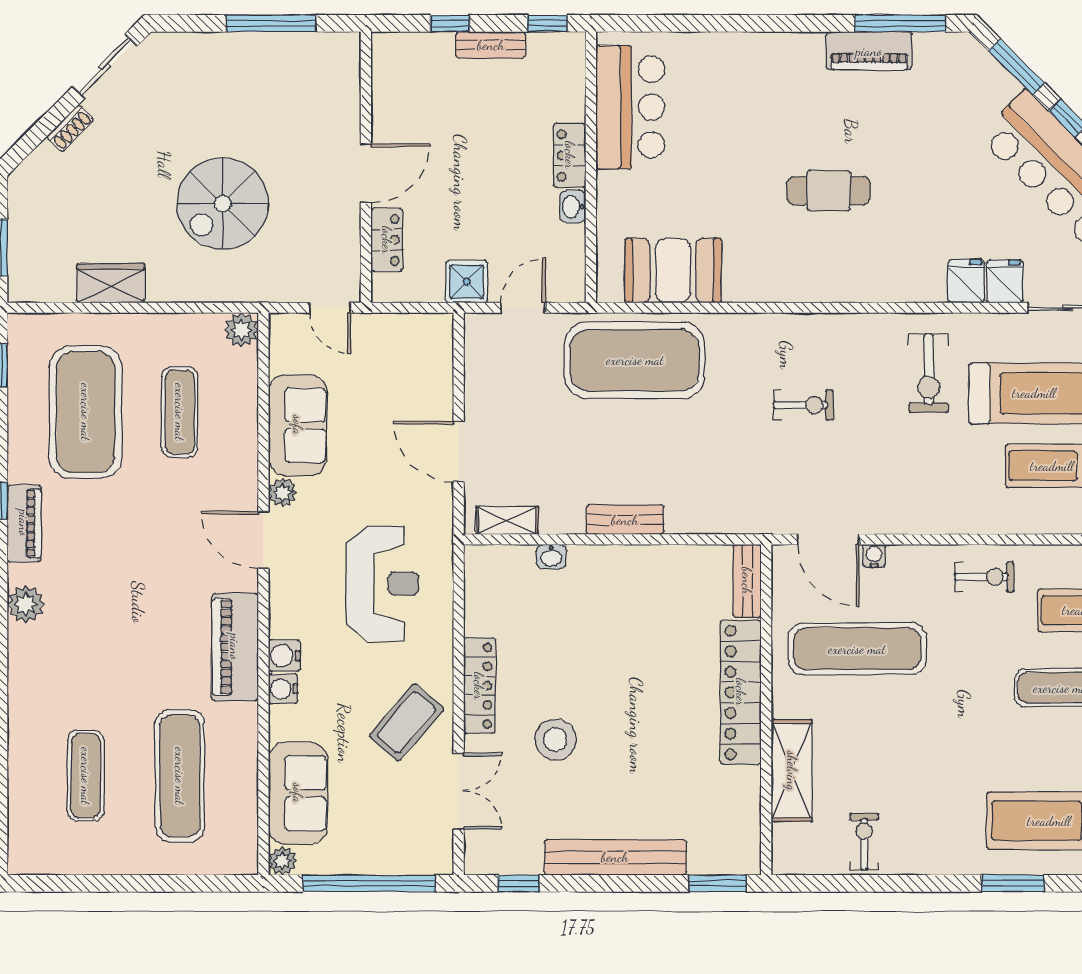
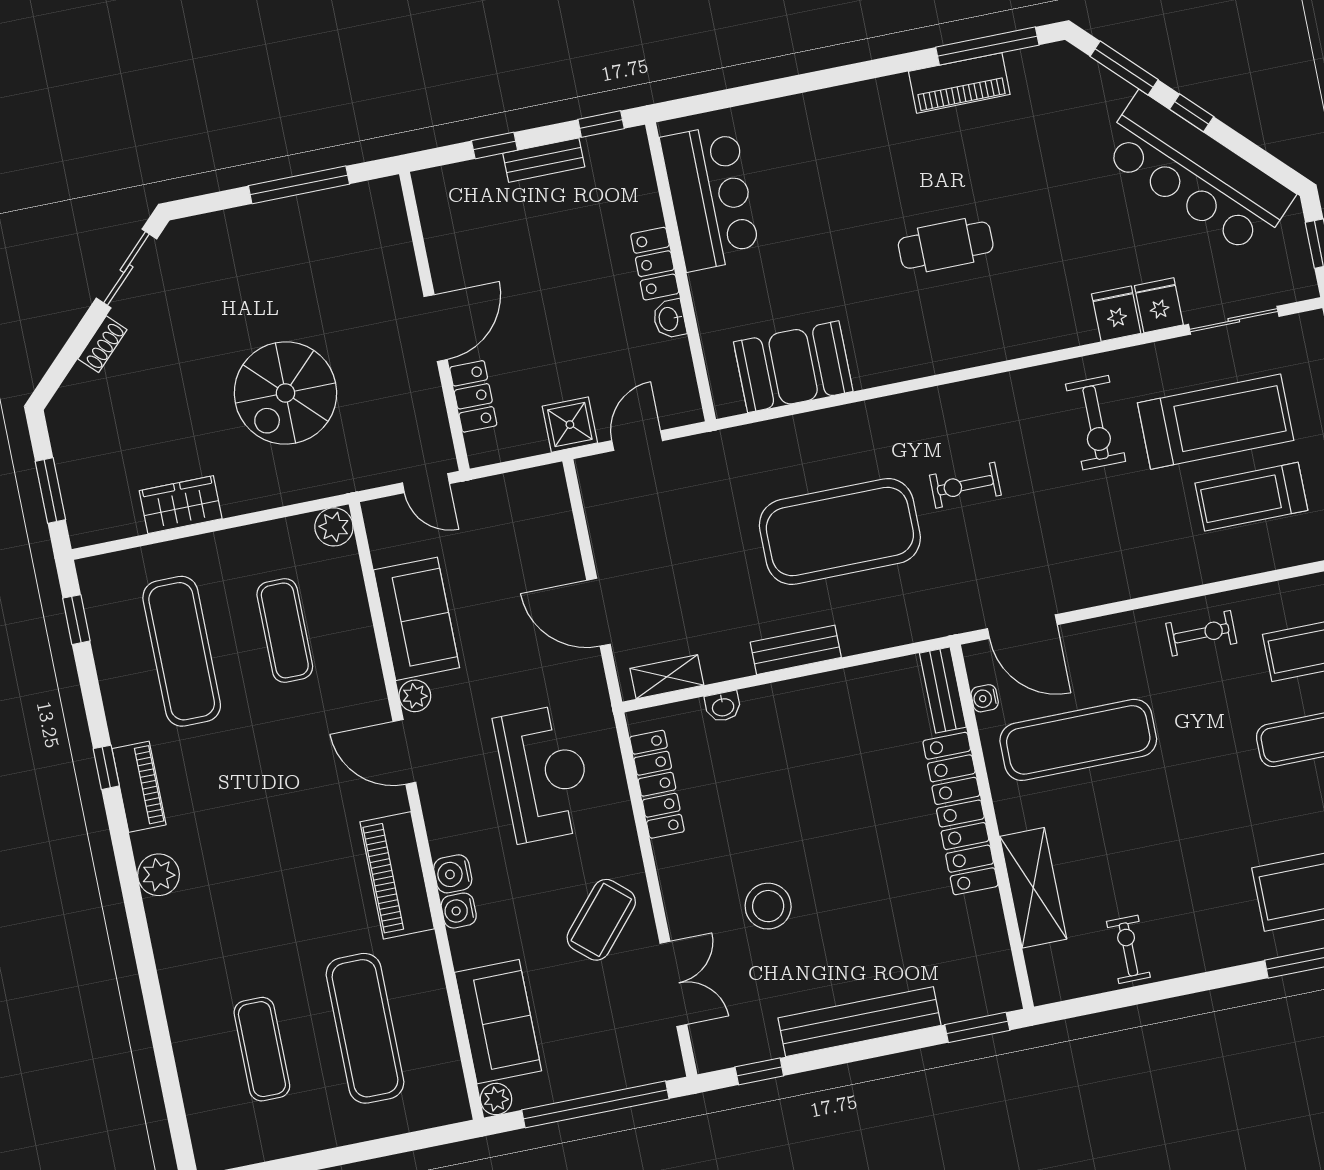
exercise mat: (635, 360) -> (840, 531), moved
exercise bike: (803, 405) -> (965, 485), turned 180
exercise mat: (86, 412) -> (182, 651), width x0.68
water cooler: (874, 556) -> (985, 698), moved, turned -90
locker: (479, 686) -> (657, 784), moved

